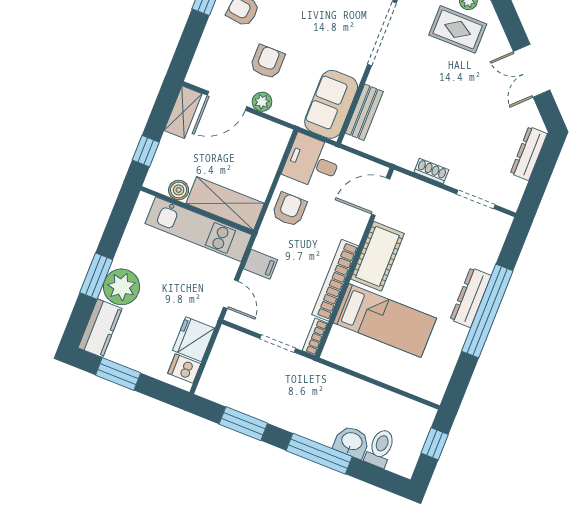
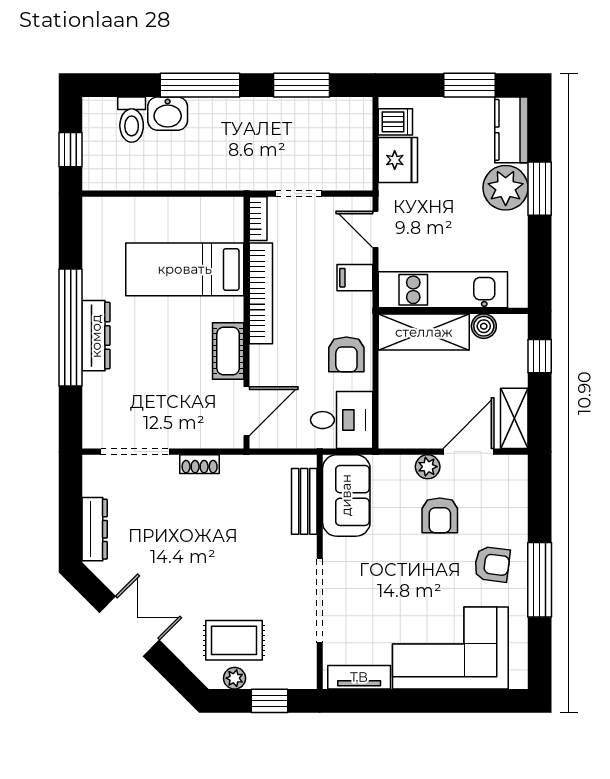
doorway: (476, 199) -> (135, 452), width x1.38
cot: (377, 256) -> (228, 351), width x0.73, depth x0.75

